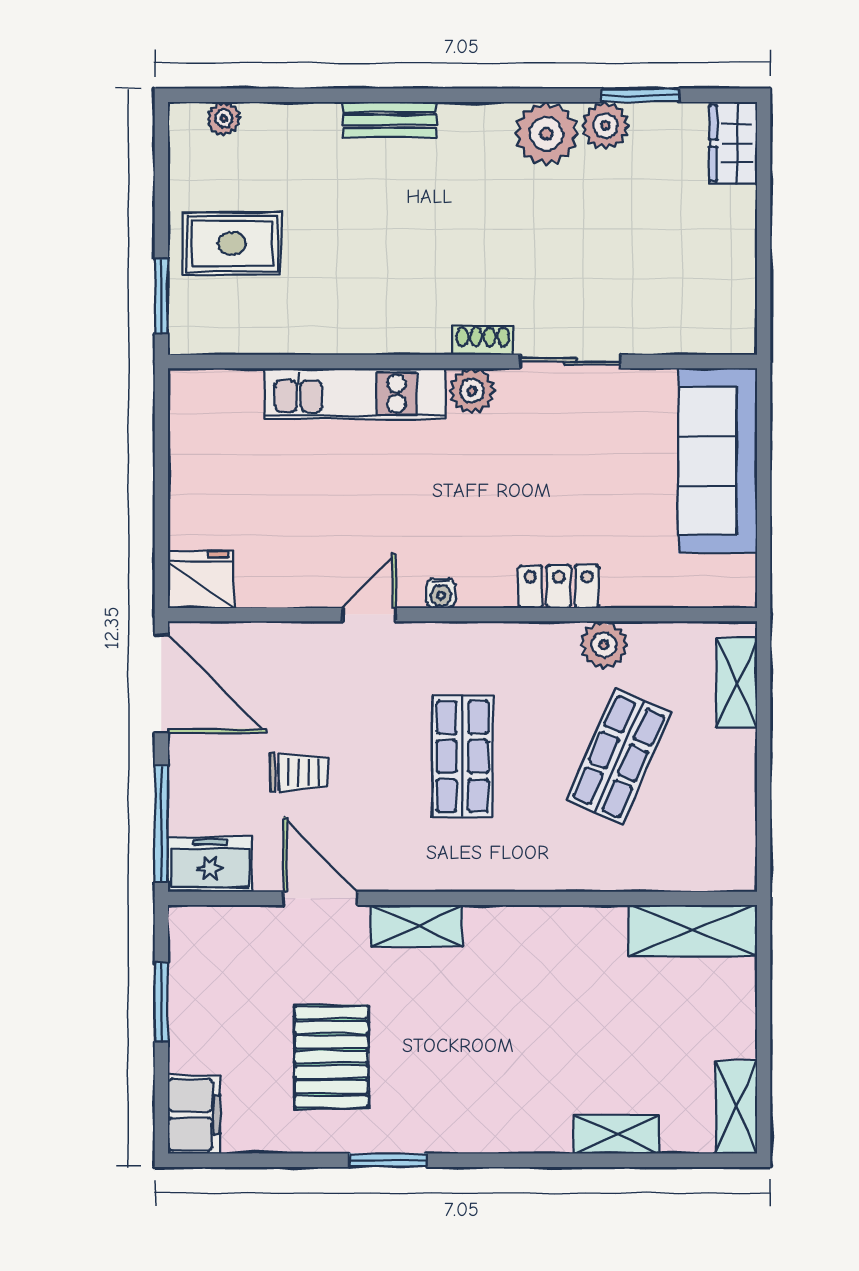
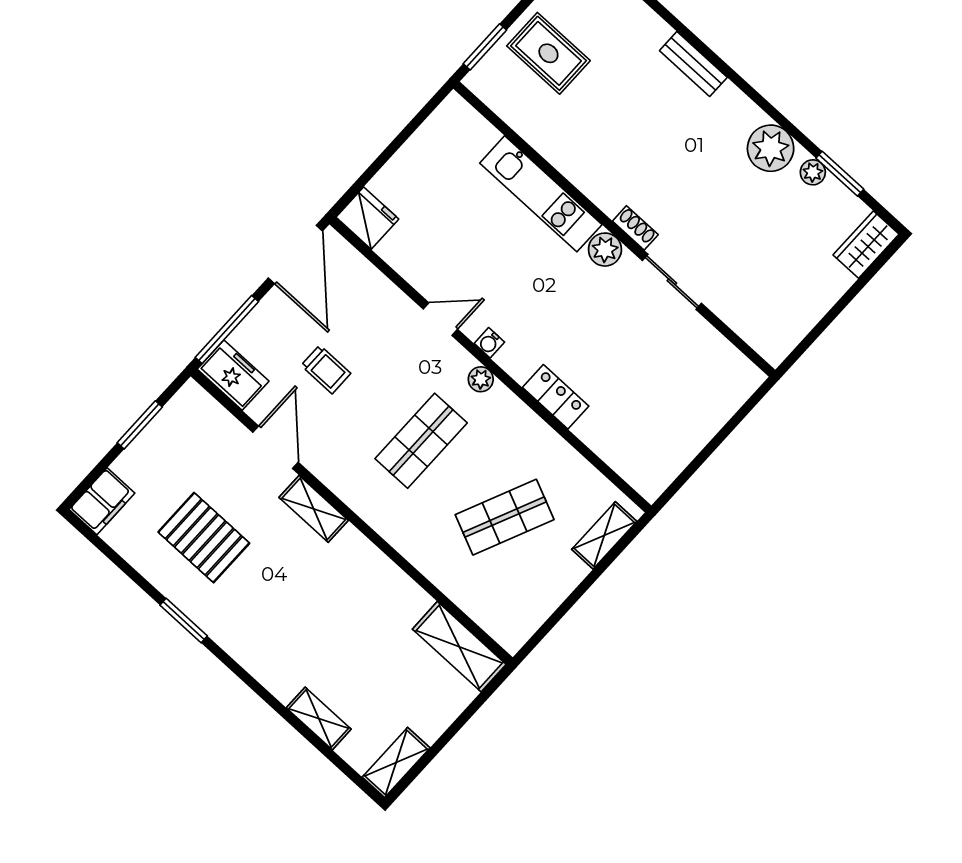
plant: (605, 125) -> (813, 172), width x0.73, depth x0.73
sofa: (718, 461) -> (702, 407), removed
plant: (604, 645) -> (481, 379), moved, width x0.73, depth x0.73
pallet: (331, 1057) -> (204, 538), turned 90

